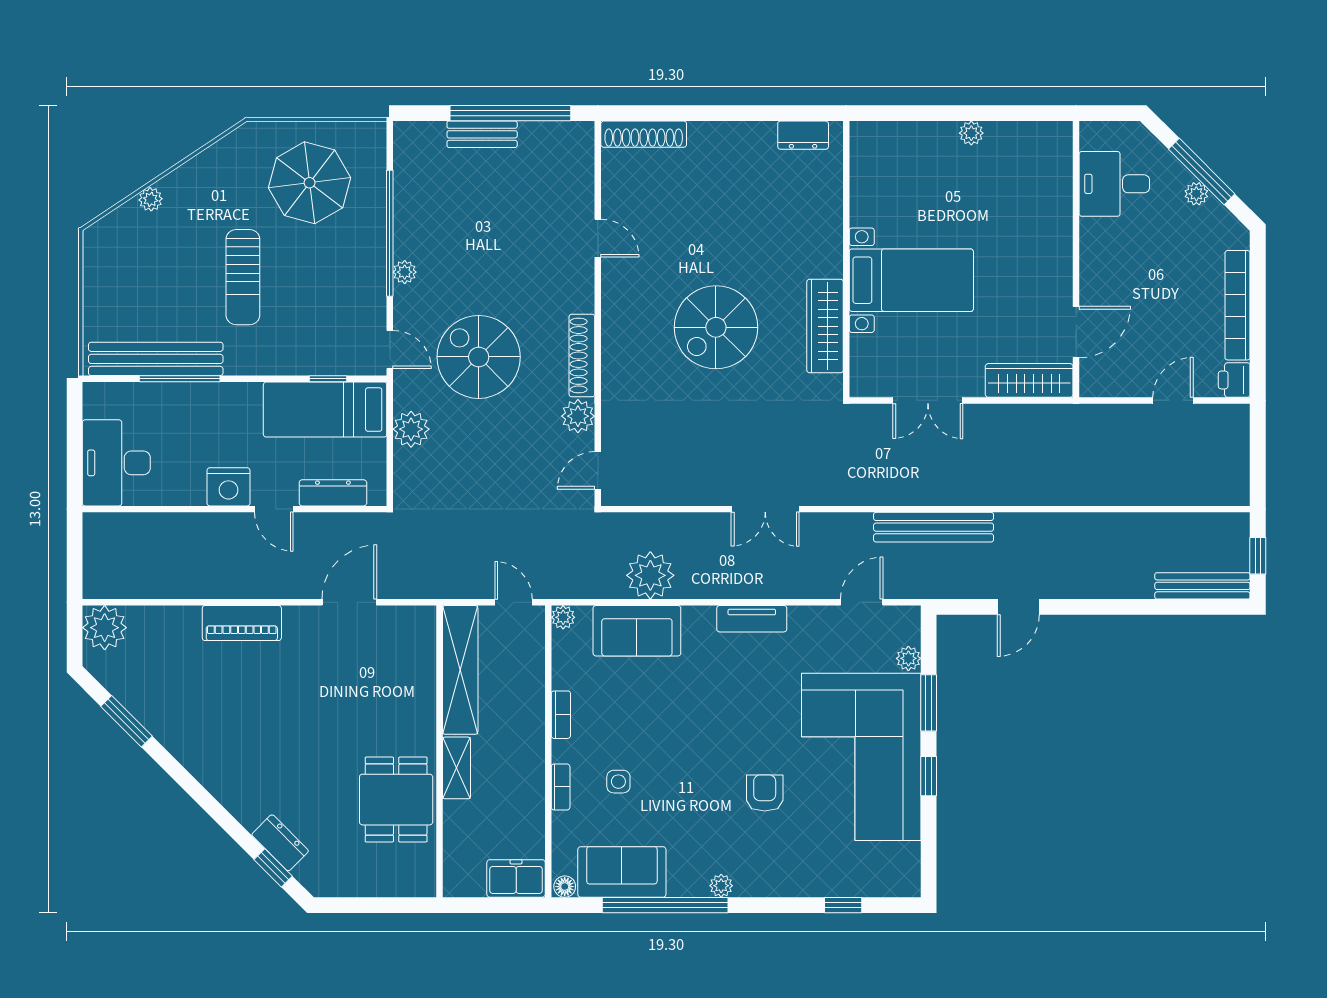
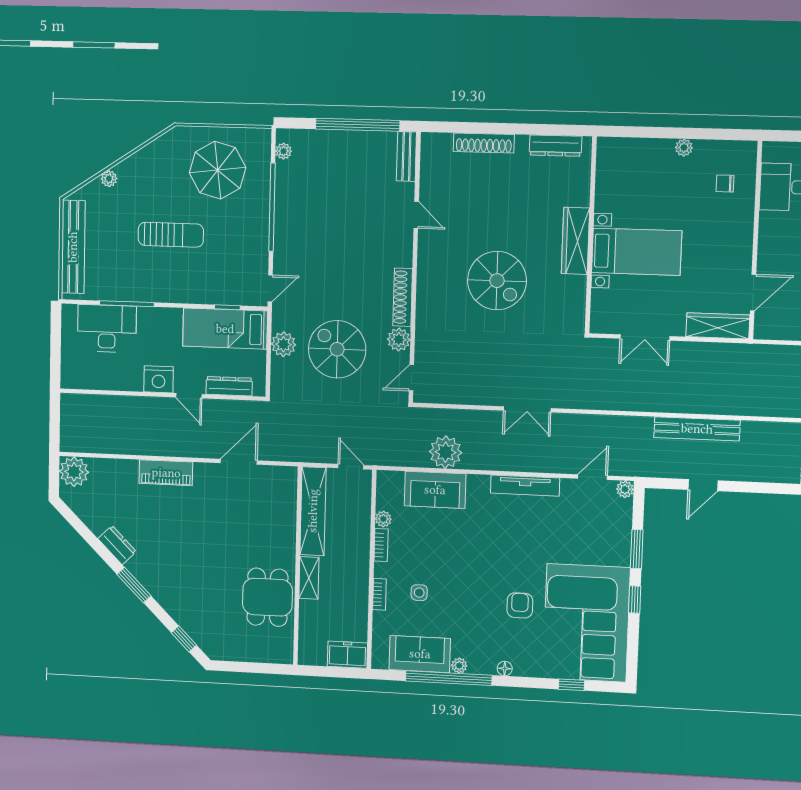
bench: (482, 134) -> (406, 156), moved, turned 90
shoe rack: (644, 134) -> (484, 143), moved
dresser: (803, 135) -> (555, 146), width x1.44
chair: (1030, 181) -> (725, 183), added
plant: (405, 272) -> (283, 151), moved
sun lounger: (243, 277) -> (171, 235), turned -90
wardrobe: (825, 326) -> (575, 241), moved
spiral stairs: (716, 327) -> (497, 281), turned -90
door: (390, 349) -> (270, 288), hinge flipped
spiral stairs: (479, 357) -> (337, 349), moved
bench: (156, 359) -> (73, 247), moved, turned 90
desk: (116, 463) -> (107, 328), moved, turned 90
bench: (934, 527) -> (697, 429), moved
plant: (563, 617) -> (383, 519), moved
tv unit: (752, 619) -> (525, 486), width x1.41
plant: (908, 658) -> (625, 489), moved
window: (127, 721) -> (134, 585), moved
corner sofa: (861, 757) -> (586, 623), moved
dresser: (280, 843) -> (117, 545), moved
plant: (721, 886) -> (459, 666), moved
floor lamp: (565, 887) -> (505, 669), moved

